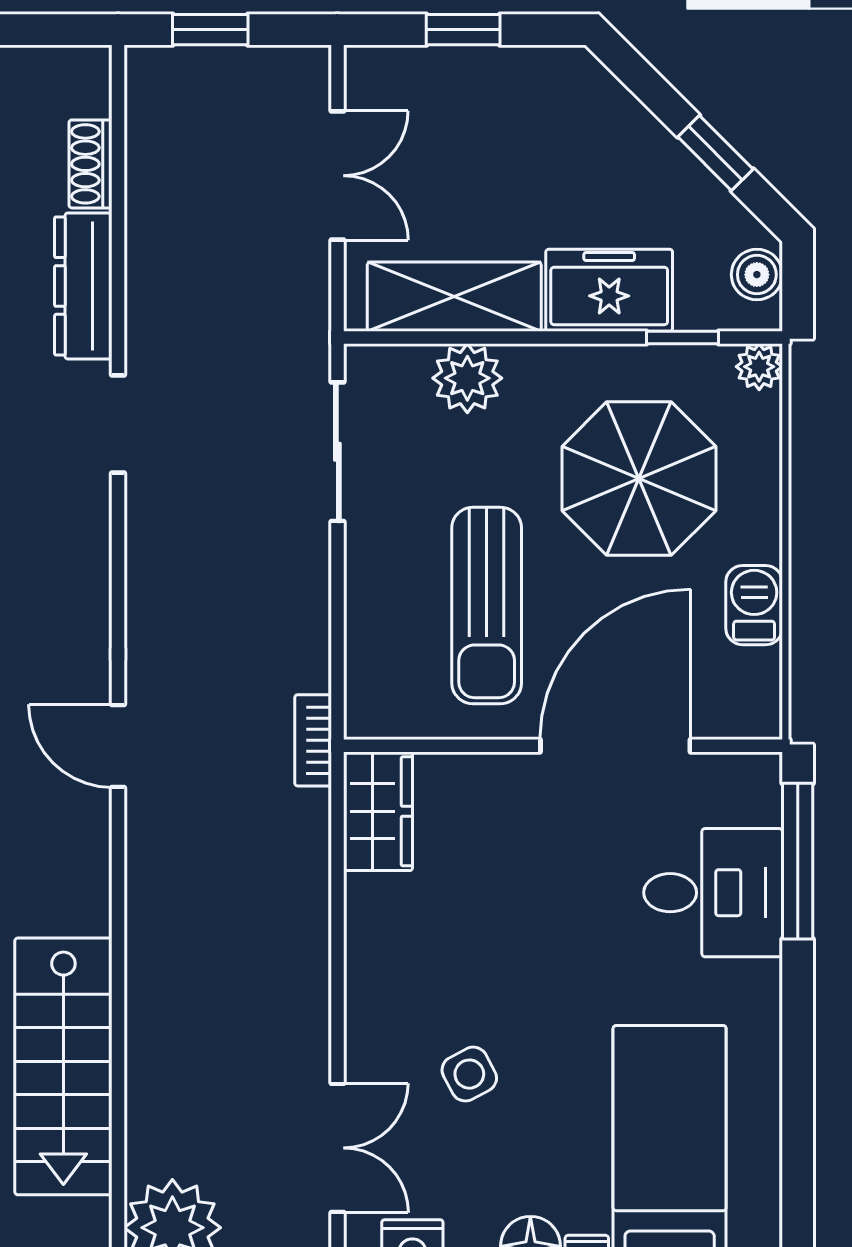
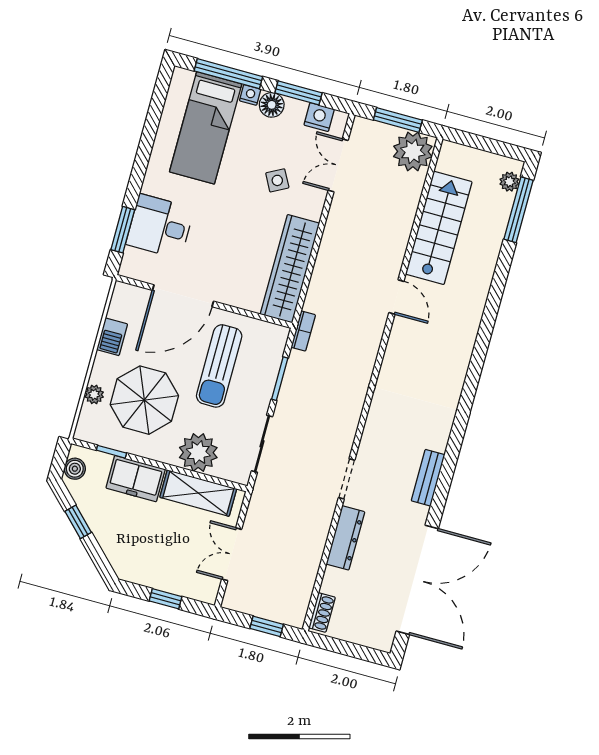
shoe rack: (91, 164) -> (322, 612), moved
plant: (759, 367) -> (94, 394), moved
plant: (467, 378) -> (198, 453), width x1.36, depth x1.36
sun lounger: (487, 605) -> (219, 366), turned 180
window: (337, 614) -> (280, 379), added
door: (118, 746) -> (396, 297), moved
wardrobe: (378, 811) -> (290, 269), width x2.10, depth x1.17
window: (798, 861) -> (123, 230), width x0.69

